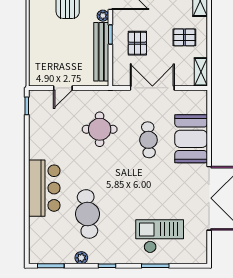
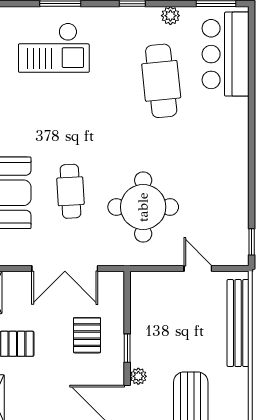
bench: (101, 52) -> (238, 323), moved
door: (63, 88) -> (198, 269), hinge flipped
round table: (100, 129) -> (143, 207), width x1.36, depth x1.36
bar counter: (44, 188) -> (226, 54), moved

